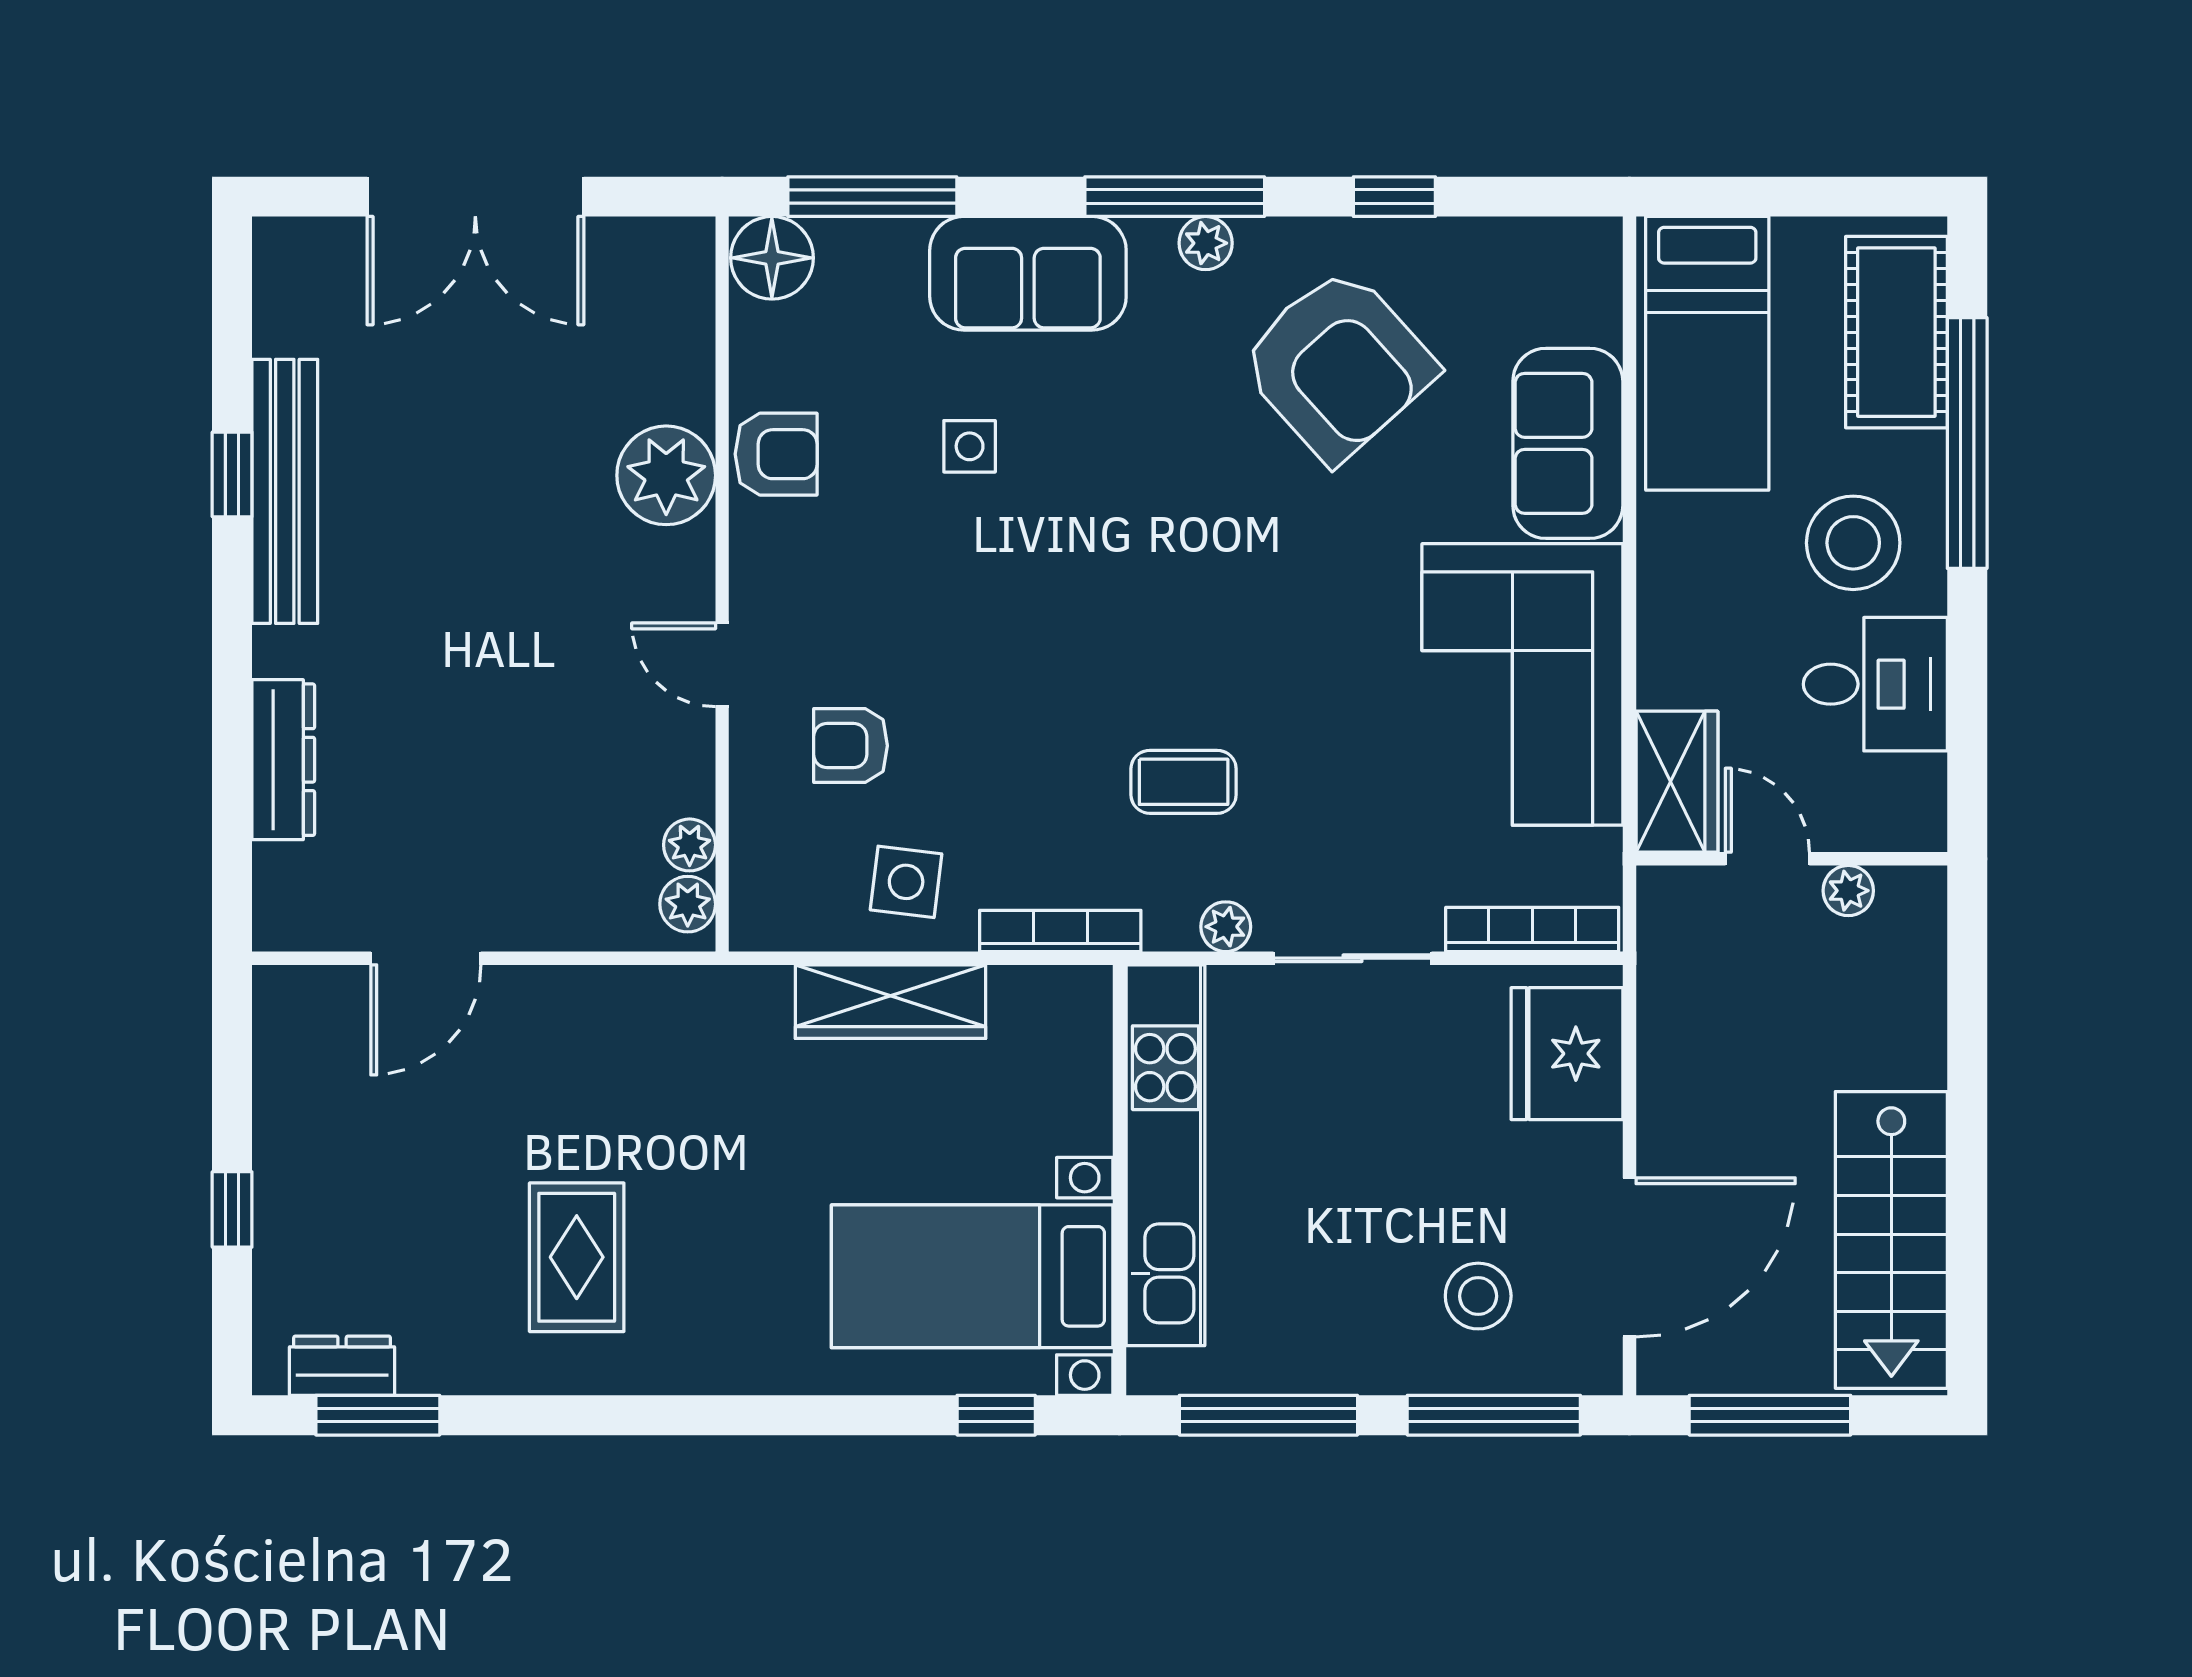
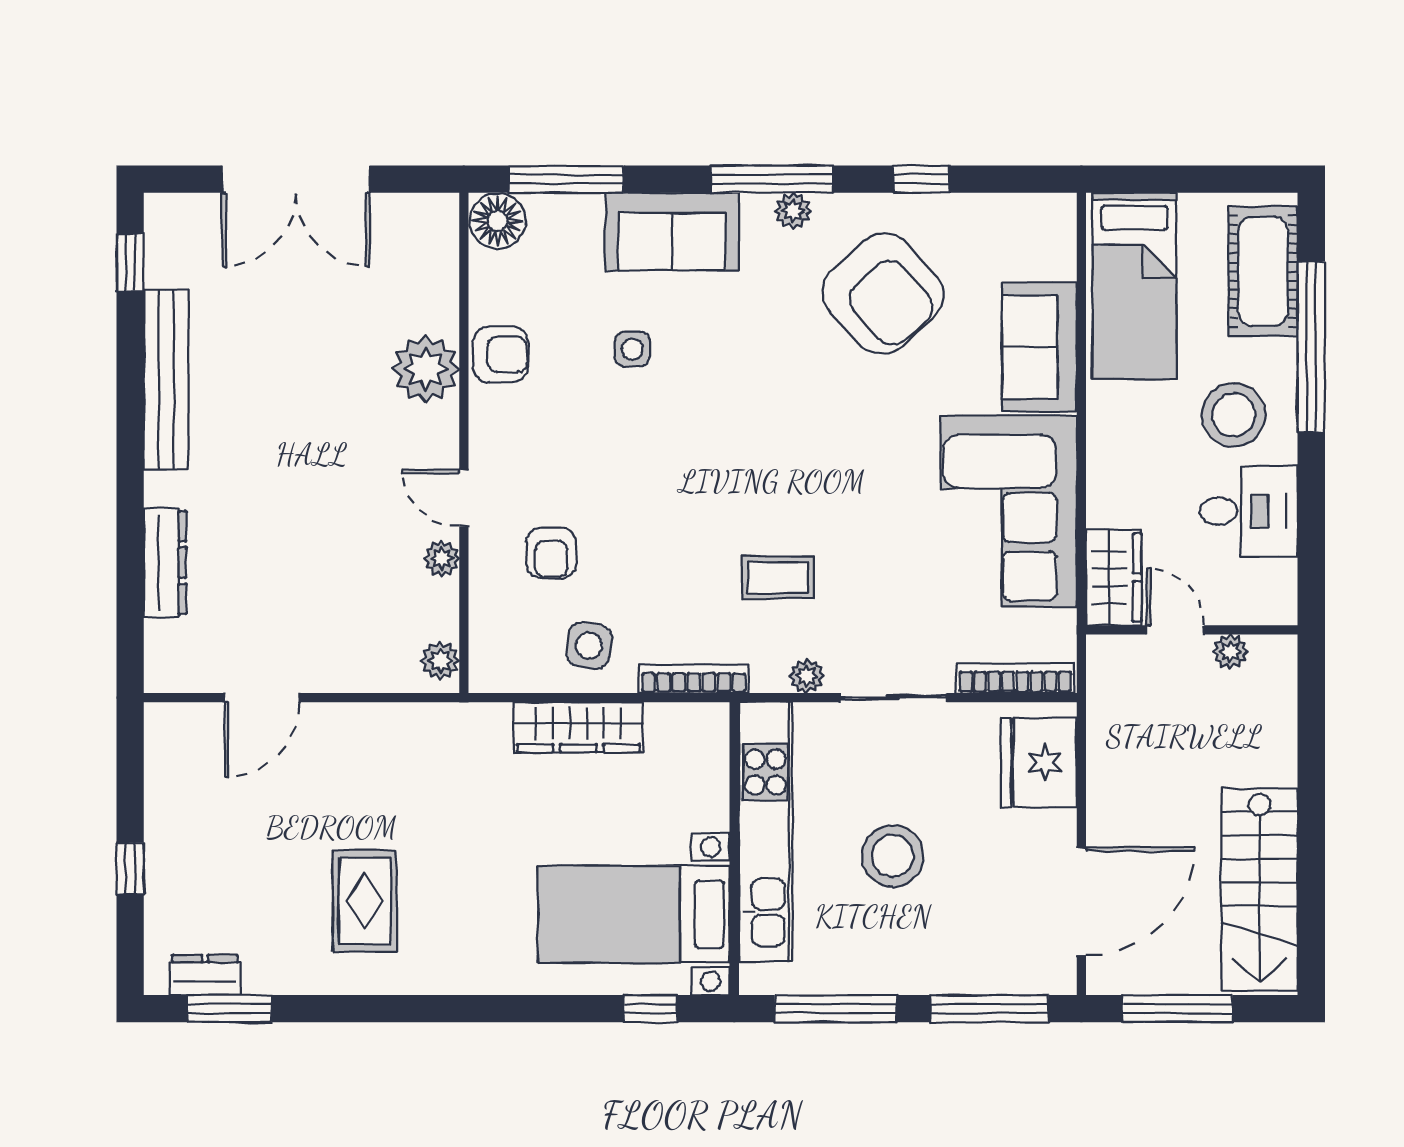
window: (232, 474) -> (130, 263), moved
armchair: (851, 746) -> (551, 553), turned -90
plant: (690, 845) -> (442, 559), moved
stool: (1478, 1296) -> (893, 856), moved, width x1.38, depth x1.38

